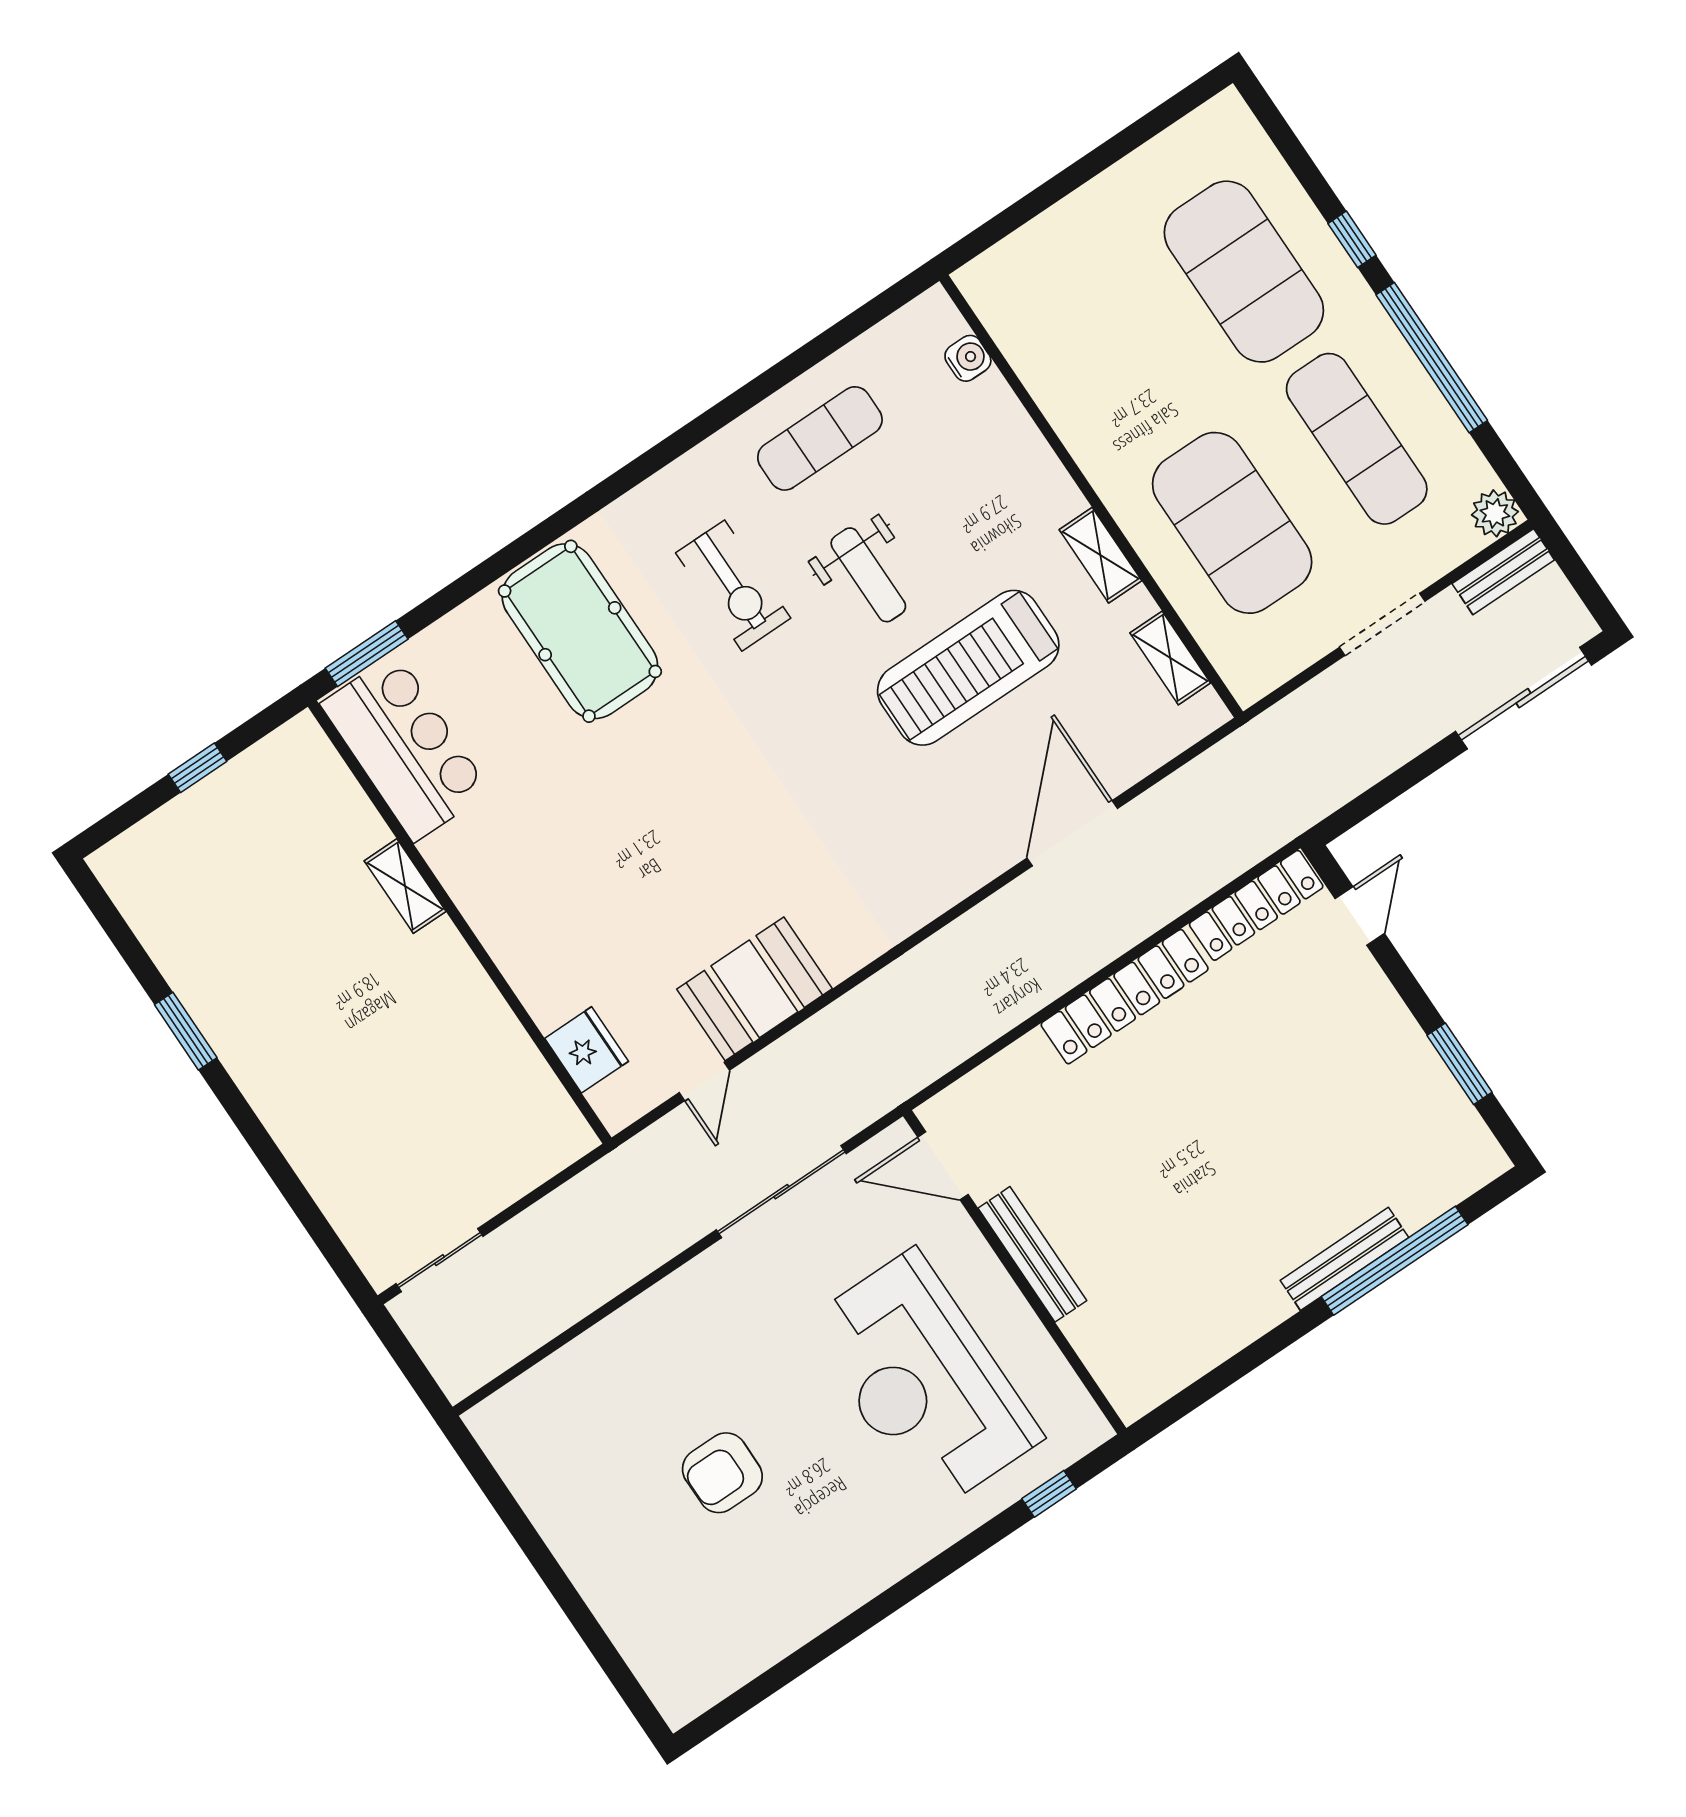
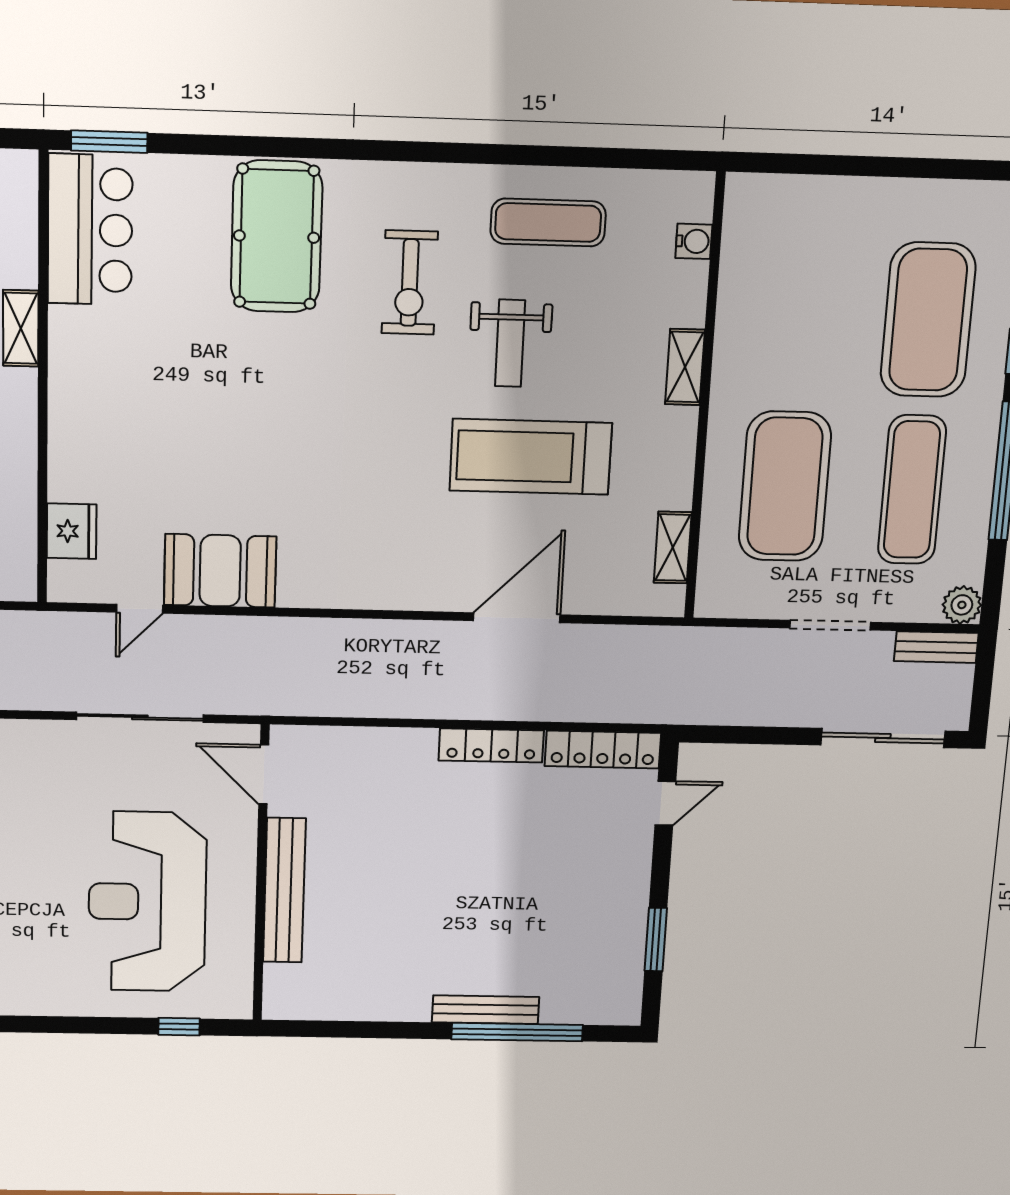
shelving: (1100, 555) -> (685, 367), moved
locker: (1125, 997) -> (491, 745), width x0.71, depth x0.83
bench: (1032, 1254) -> (284, 890), width x1.37, depth x1.21

